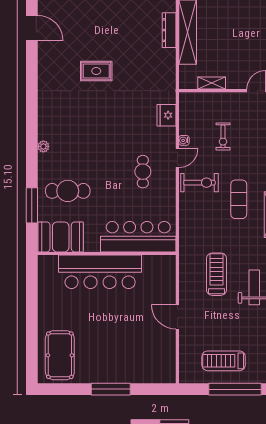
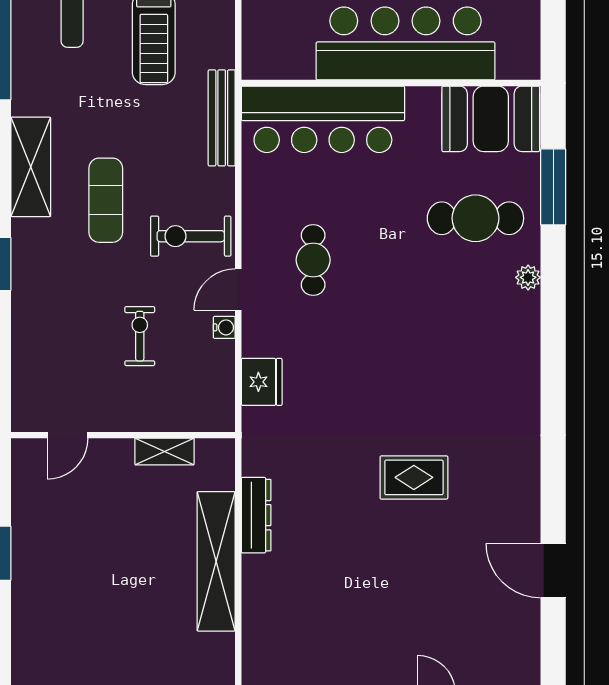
dresser: (169, 30) -> (256, 515), moved
plant: (43, 146) -> (528, 277), moved
bench: (185, 237) -> (222, 118), added

